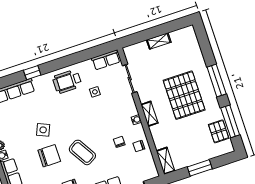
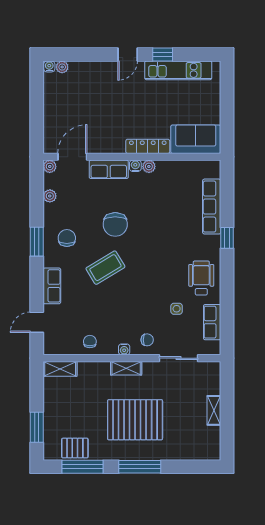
row of seats: (106, 60) -> (212, 322), moved
side table: (43, 130) -> (150, 228), removed
chair: (119, 142) -> (147, 340), moved
window: (200, 168) -> (37, 427), moved

